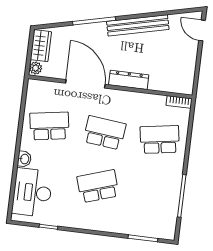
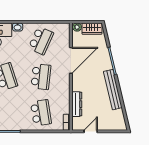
door: (202, 30) -> (91, 131), moved
dresser: (129, 80) -> (77, 104), moved
school desk: (49, 126) -> (41, 41), turned 33

